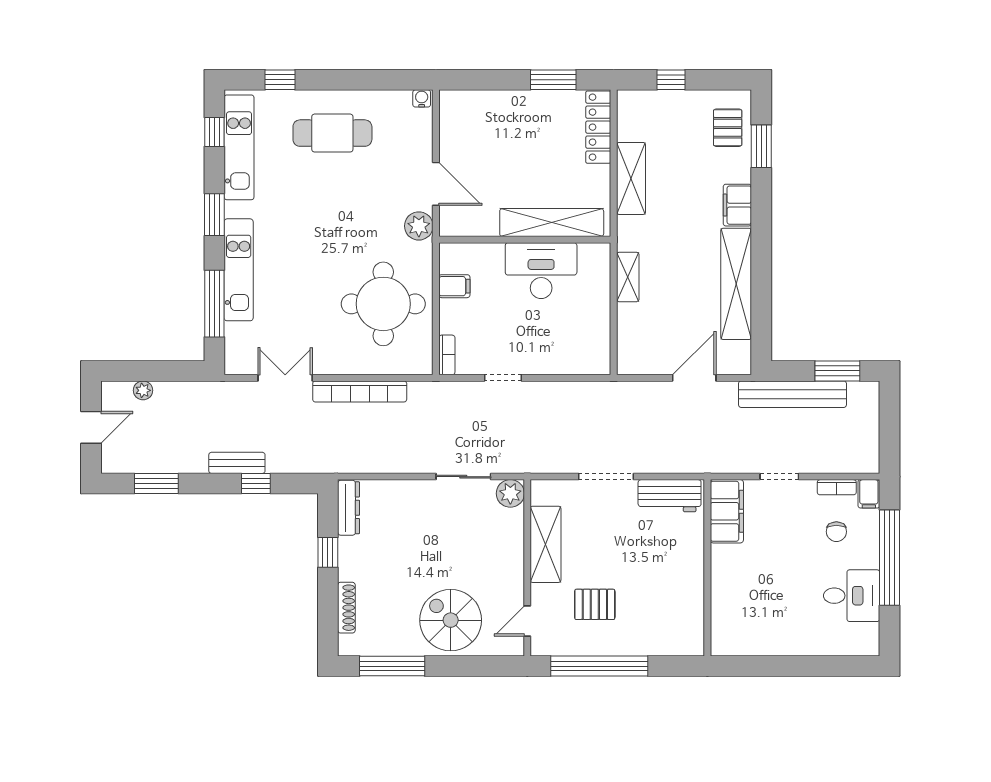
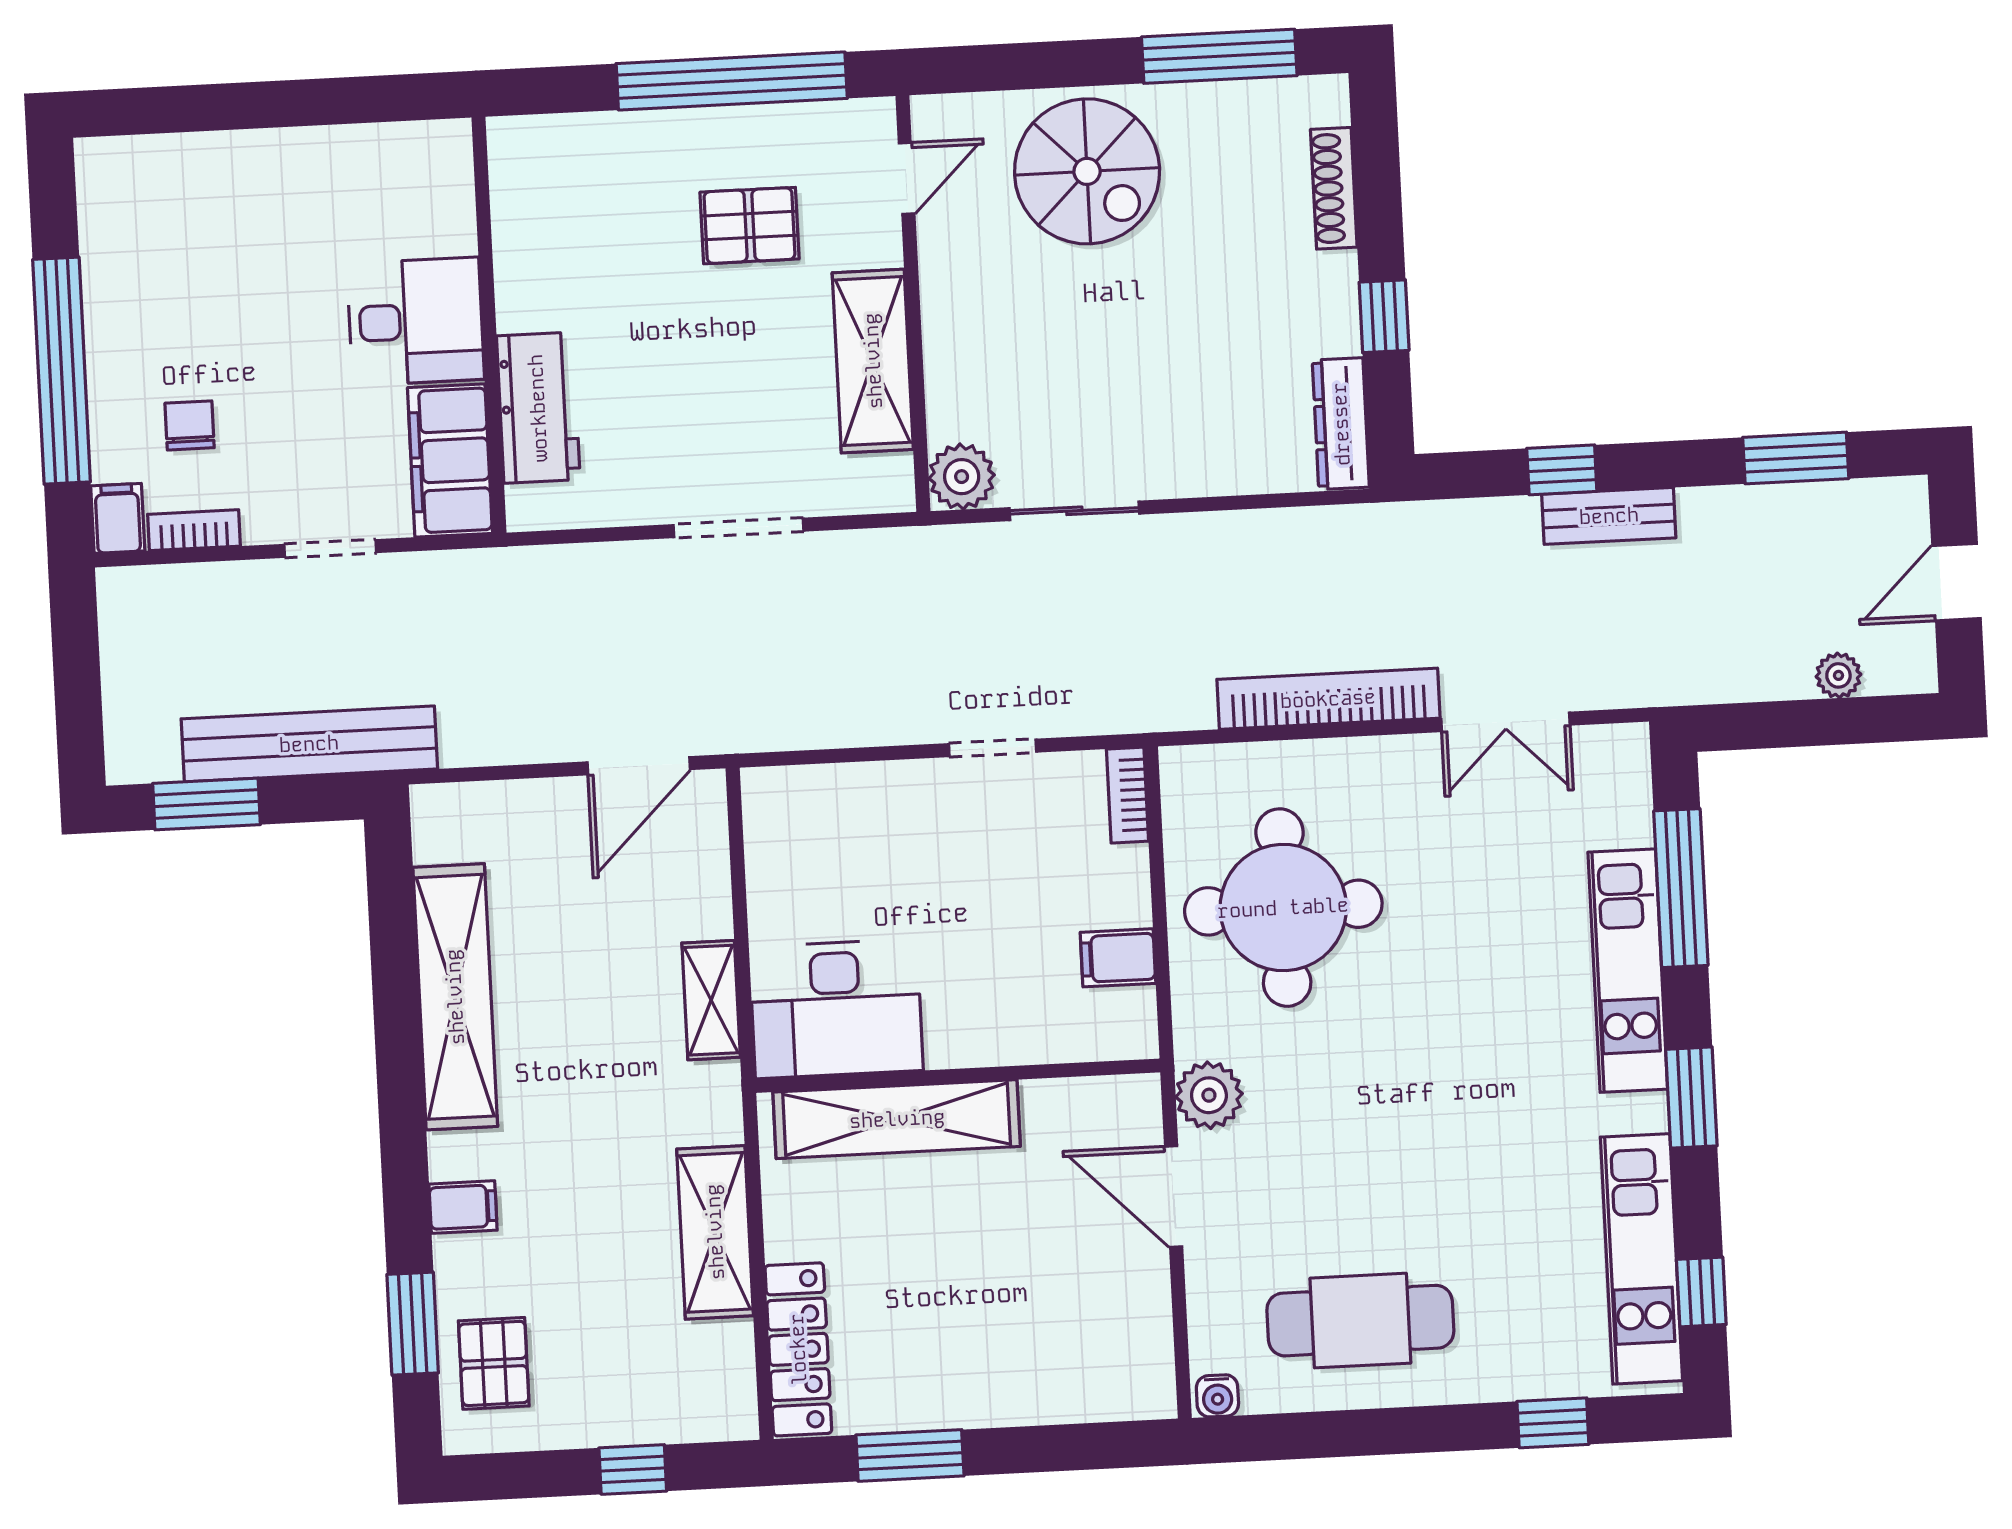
cafe table: (332, 133) -> (1360, 1321), moved
filing cabinet: (737, 205) -> (463, 1207), width x0.50
desk: (541, 271) -> (836, 1009), moved
door: (694, 378) -> (639, 766), moved
workbench: (670, 496) -> (538, 408), moved, turned 90
desk: (852, 596) -> (416, 321), moved, turned 180

